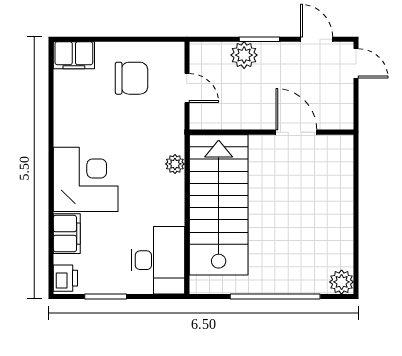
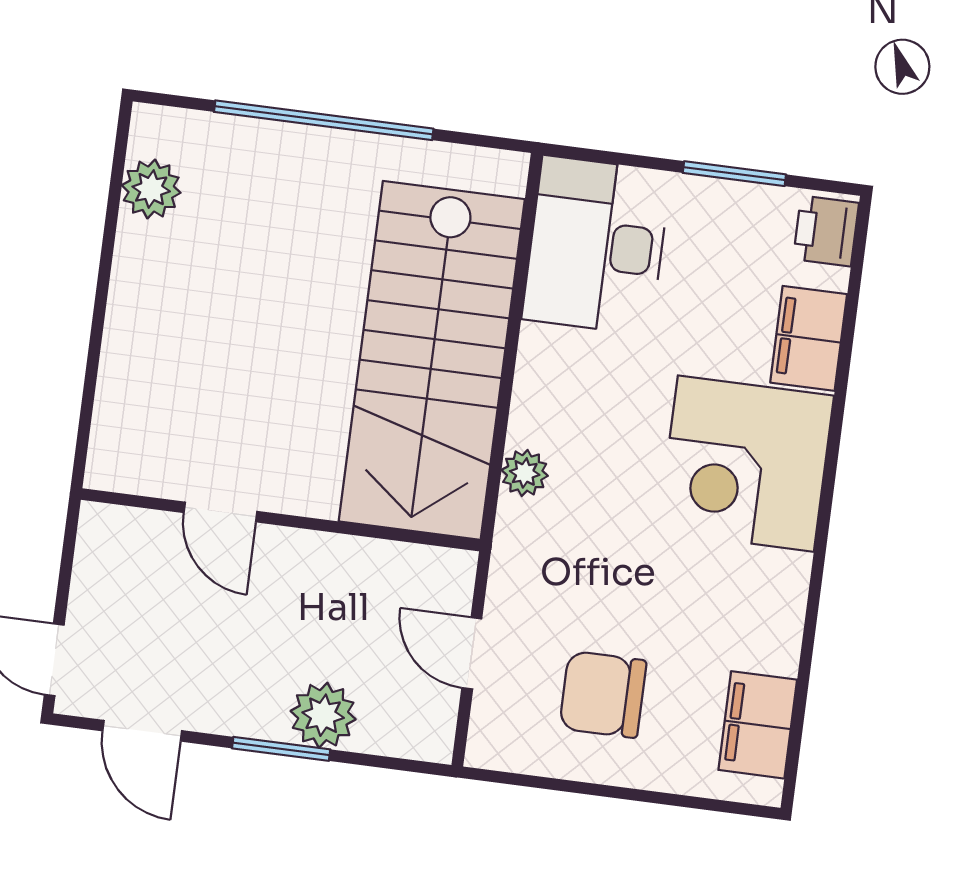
filing cabinet: (74, 55) -> (758, 725), moved, turned -90
door: (296, 132) -> (220, 512), width x0.73
plant: (342, 282) -> (151, 189), moved

